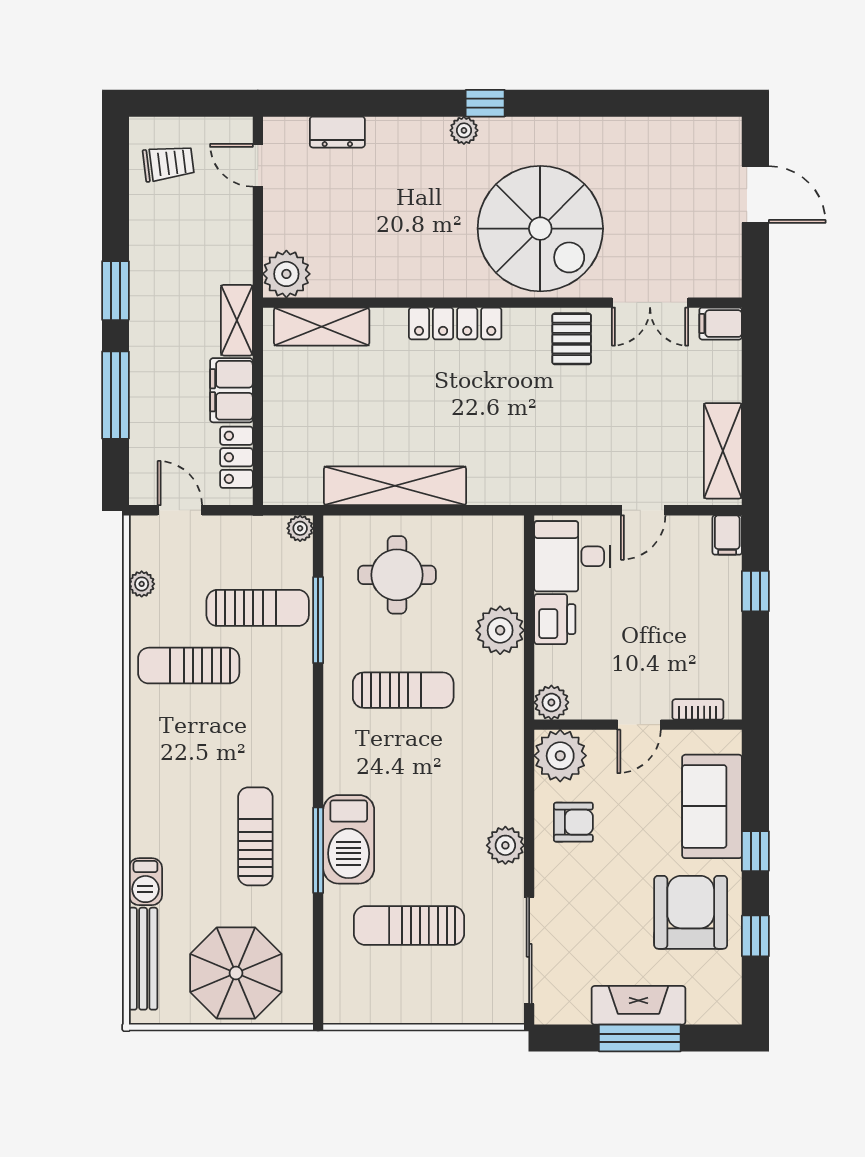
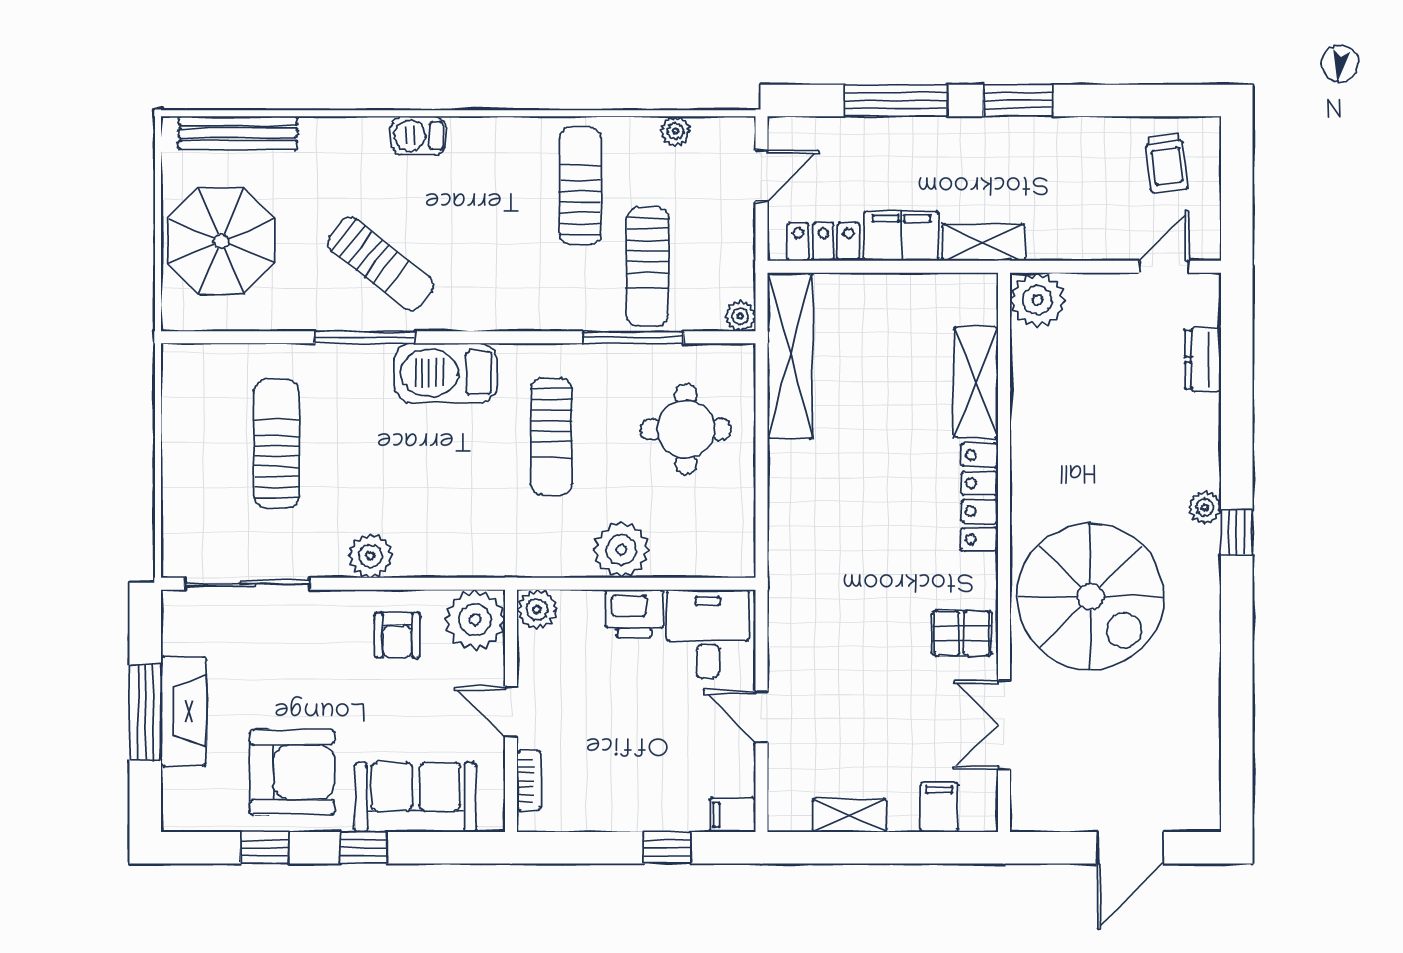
spiral stairs: (540, 229) -> (1090, 597), turned -90
filing cabinet: (721, 324) -> (939, 807), moved
shelving: (322, 327) -> (976, 382), moved
shelving: (723, 451) -> (849, 815), width x0.67, depth x0.75
shelving: (395, 486) -> (790, 356), moved
sun lounger: (255, 836) -> (381, 264), turned 38
barbecue: (349, 839) -> (446, 373), moved
barbecue: (145, 882) -> (419, 136), moved

